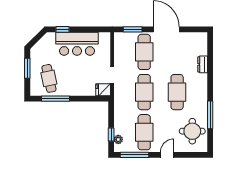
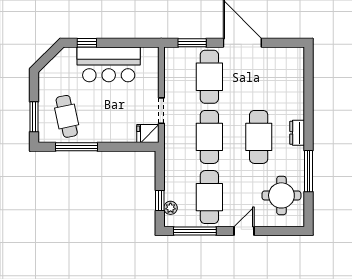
dresser: (203, 64) -> (297, 133), moved
window: (27, 68) -> (34, 117), moved

